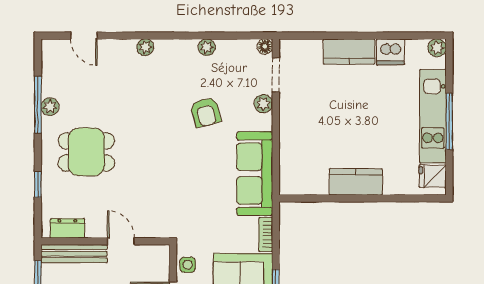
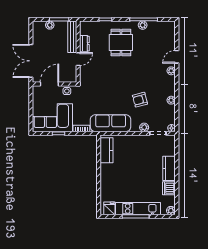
door: (84, 36) -> (177, 57), moved
kitchen counter: (356, 182) -> (107, 150), moved
dresser: (67, 228) -> (84, 44), moved

